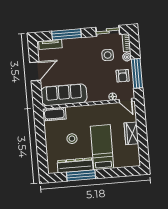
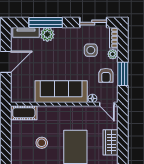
plant: (69, 45) -> (47, 34), added
window: (137, 73) -> (123, 74), width x0.69
sofa: (64, 95) -> (61, 92), moved

